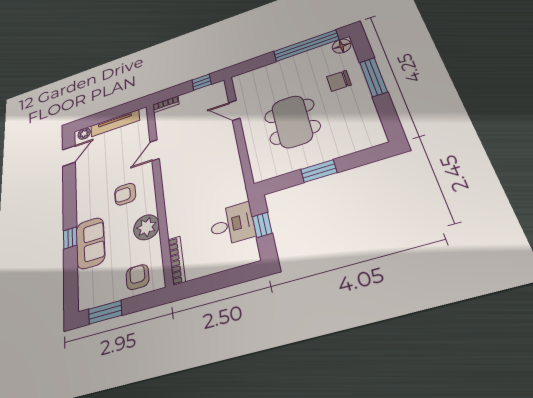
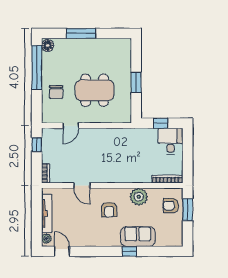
chair: (339, 81) -> (56, 92), moved
desk: (232, 224) -> (171, 141), moved
window: (105, 312) -> (188, 210), moved

